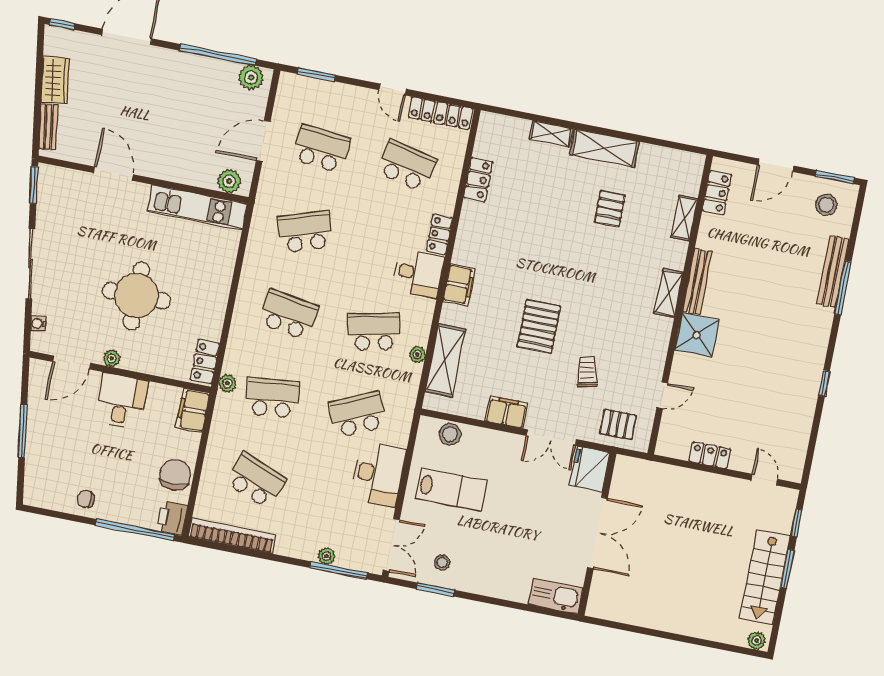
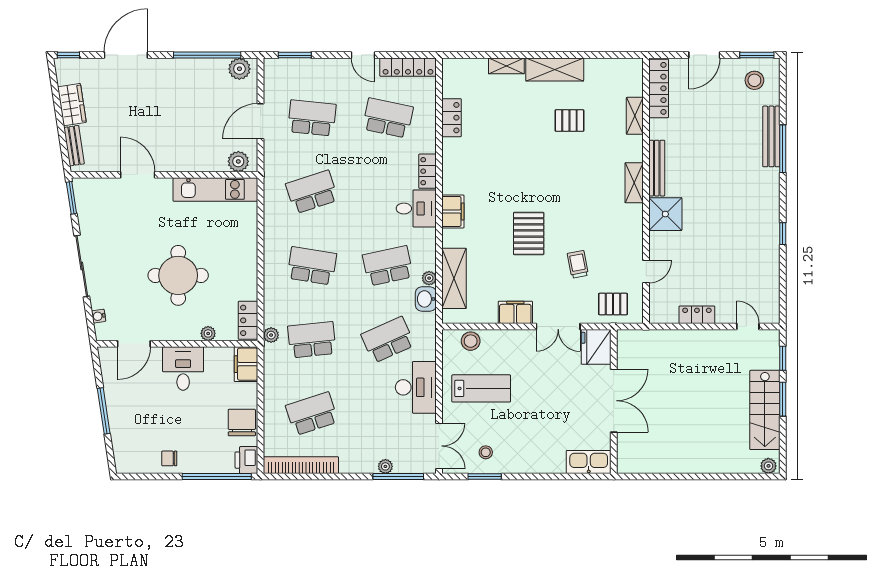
locker: (717, 193) -> (659, 88), width x1.53
pallet: (610, 209) -> (569, 121), turned 90
plant: (112, 358) -> (208, 333), moved
washbasin: (409, 377) -> (426, 299), added
school desk: (256, 481) -> (312, 414), turned -39

